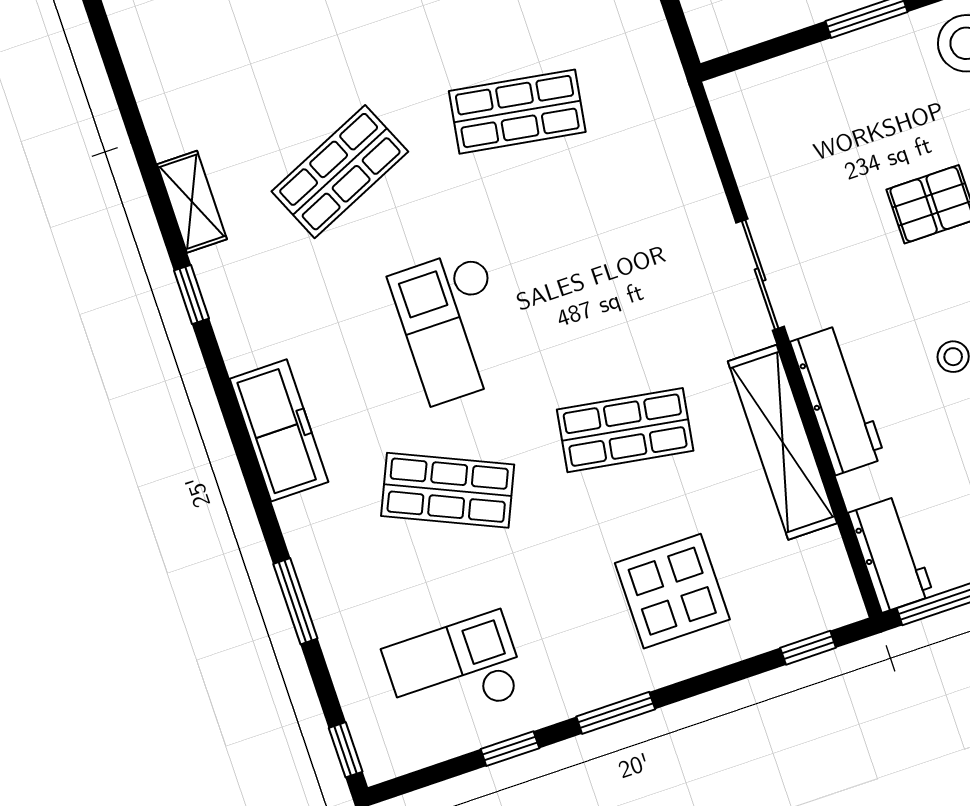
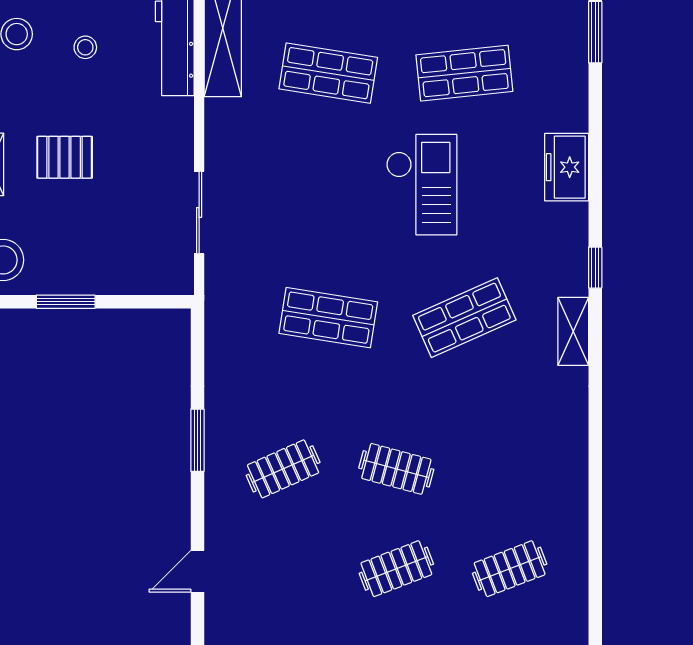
sliding door: (760, 275) -> (199, 212), moved
freezer: (279, 430) -> (567, 167), width x0.71
shop shelf: (448, 490) -> (464, 73), turned -30

